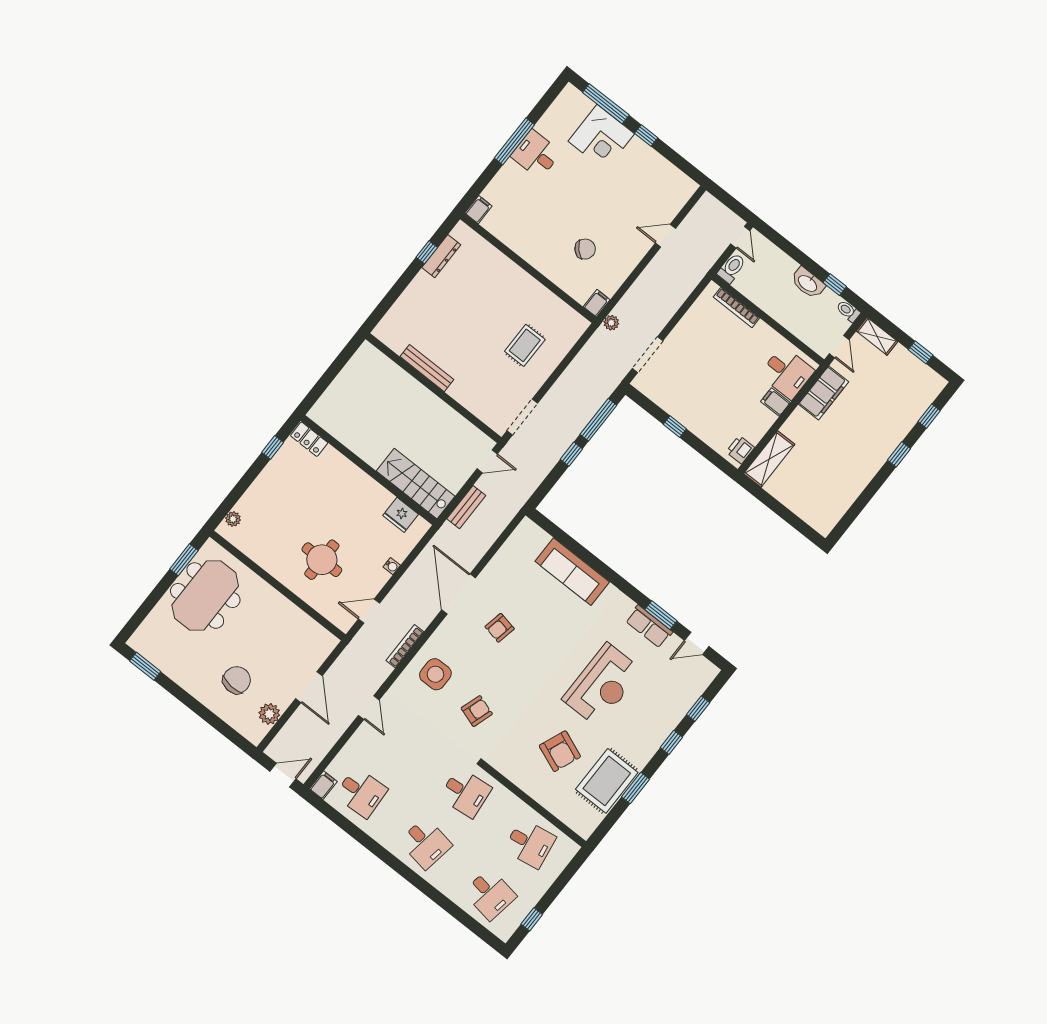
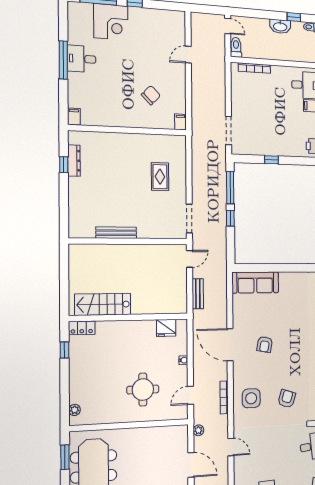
plant: (611, 323) -> (198, 430), moved
stairs: (416, 484) -> (103, 304), moved
sofa: (572, 572) -> (255, 282), moved

